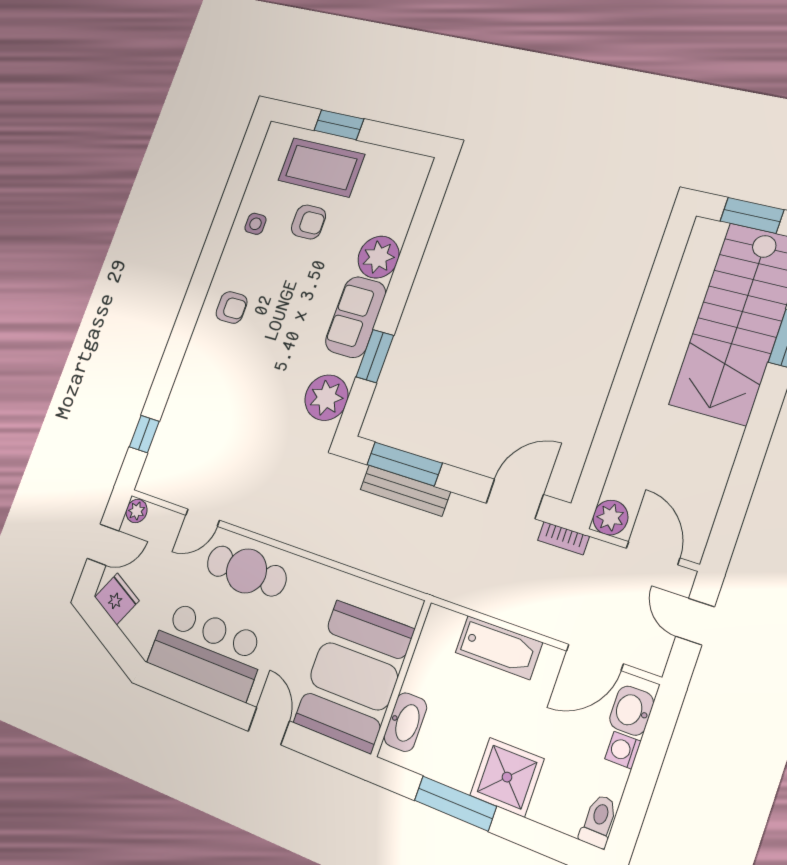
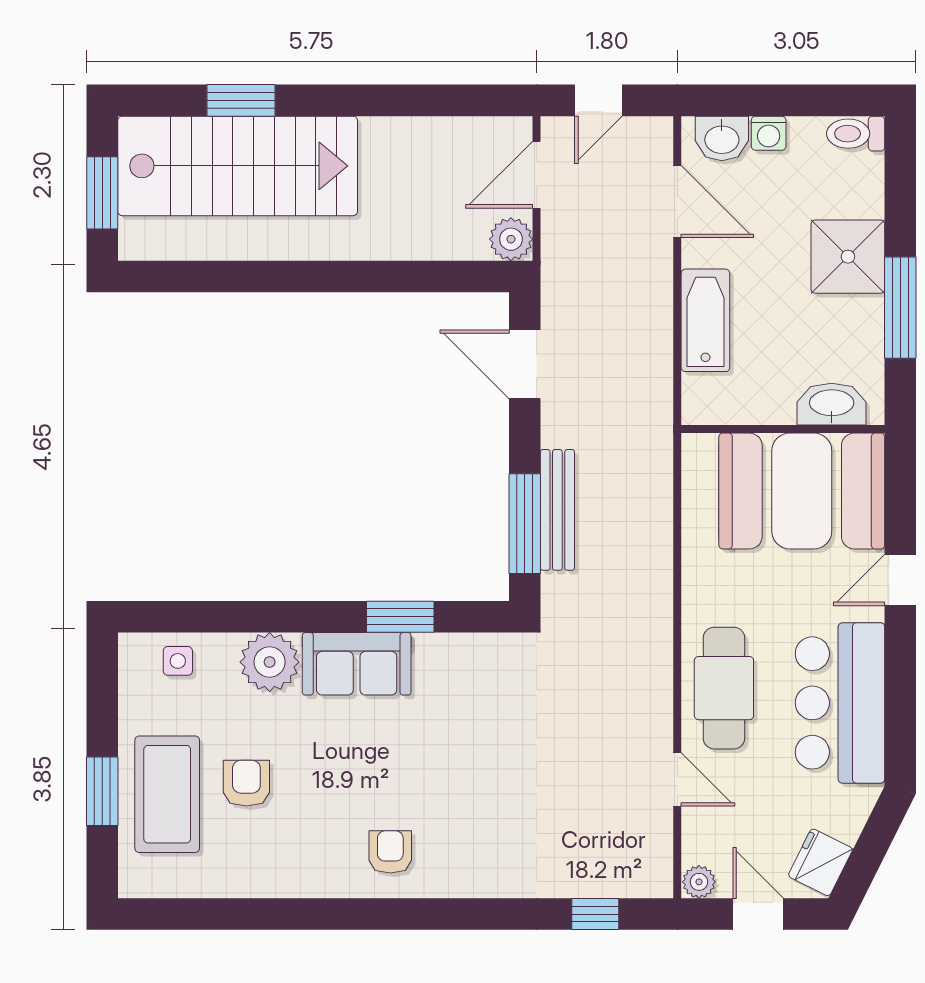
side table: (255, 224) -> (178, 661), moved
plant: (326, 398) -> (472, 664), removed
bookcase: (563, 538) -> (553, 287), removed

